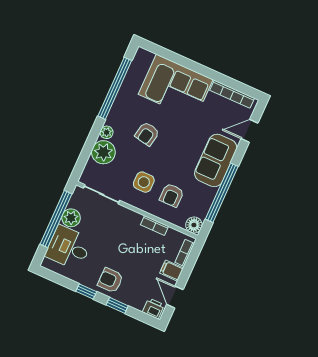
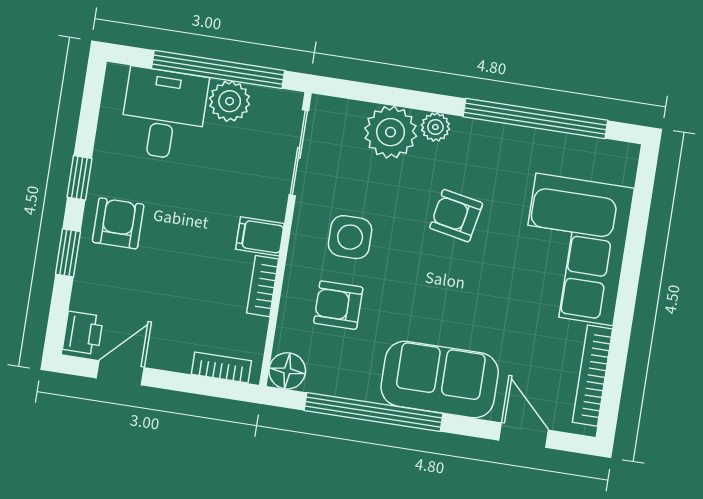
filing cabinet: (172, 271) -> (260, 236), moved, turned -90

